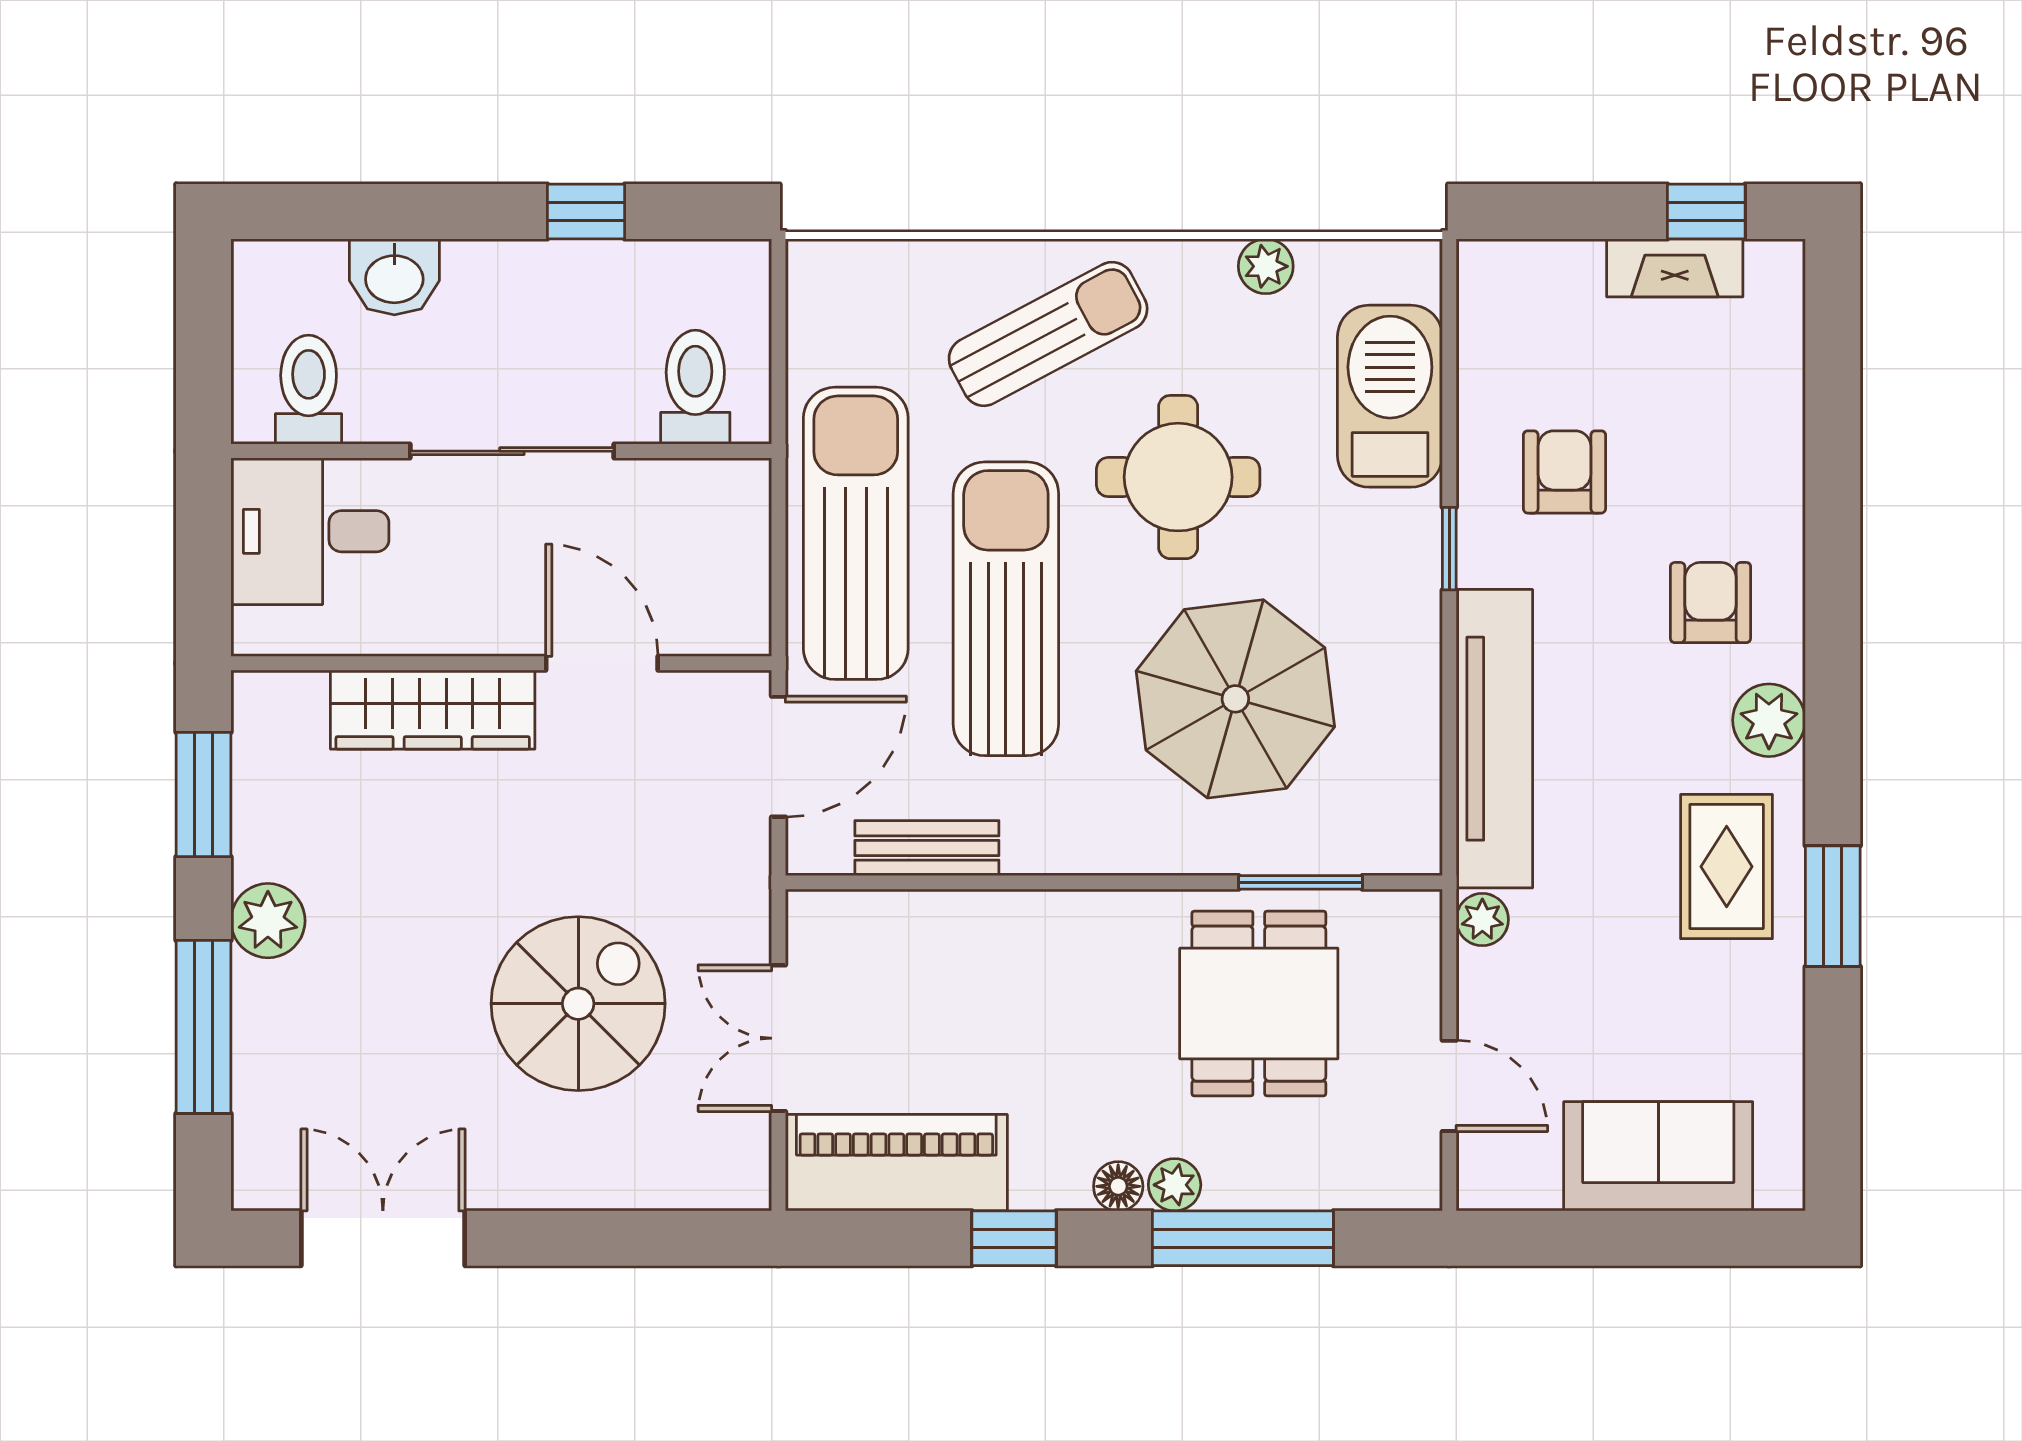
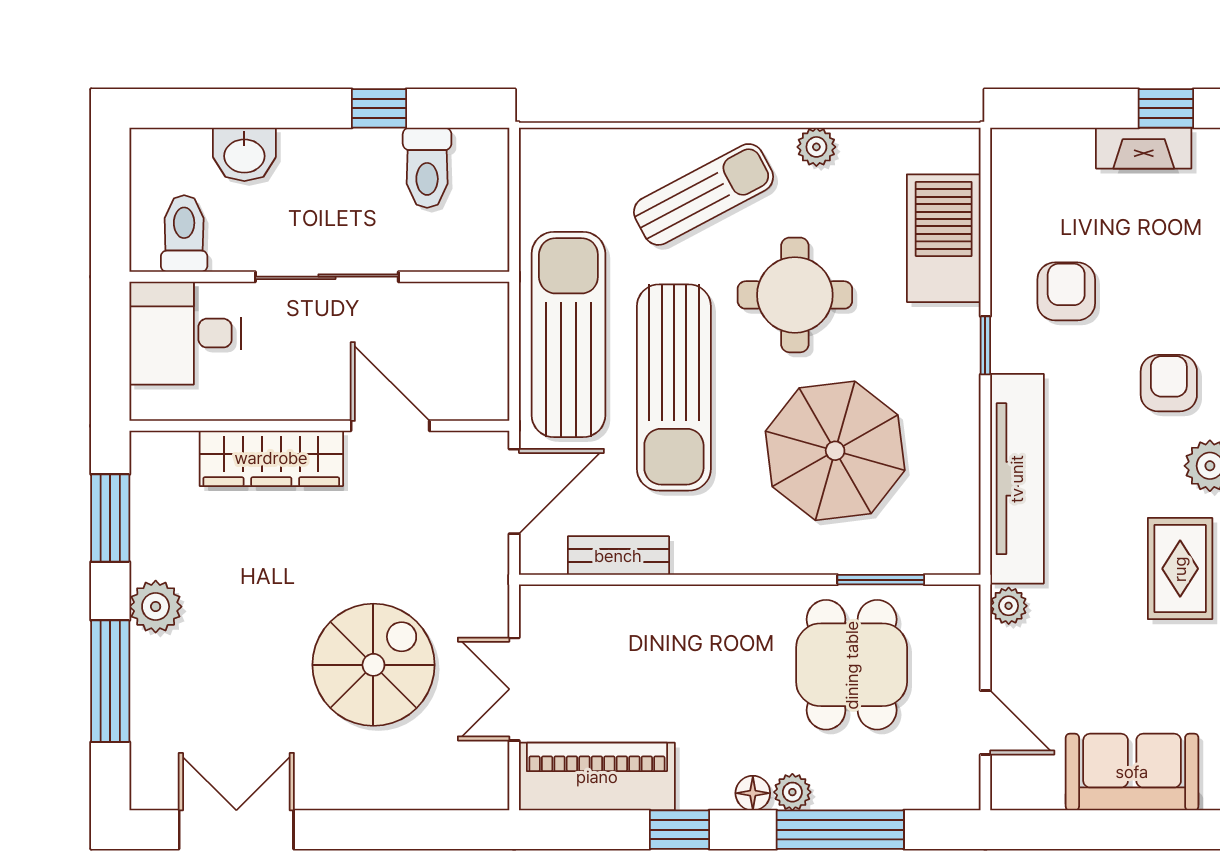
plant: (1266, 266) -> (816, 147), moved
toilet: (695, 387) -> (427, 168), moved, turned 180
sun lounger: (1006, 609) -> (674, 388), turned 180

